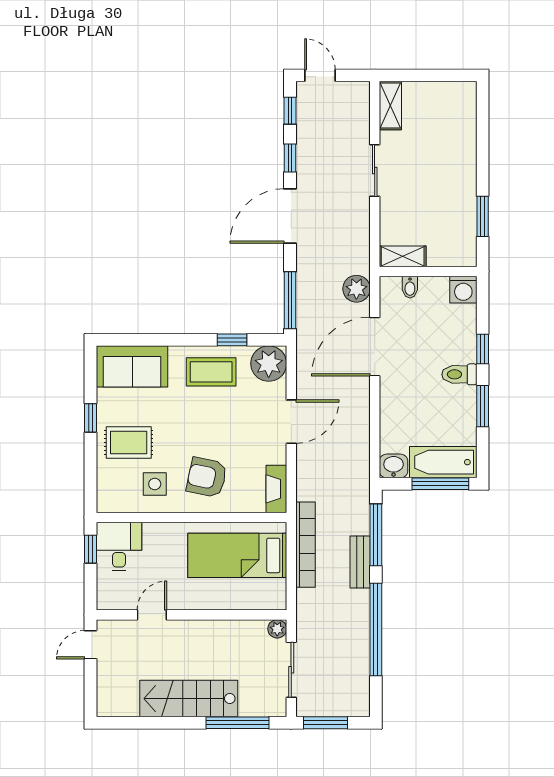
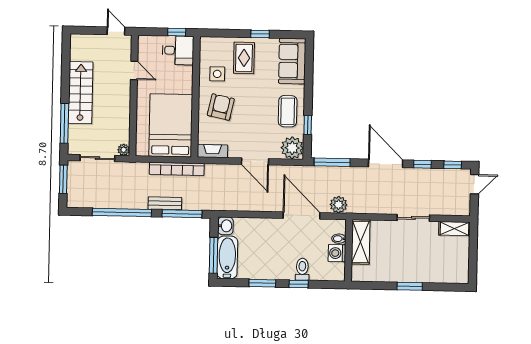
window: (483, 216) -> (410, 286), moved
shelving: (403, 256) -> (361, 242), width x1.50, depth x1.33
washing machine: (463, 290) -> (337, 253), moved
toilet: (459, 374) -> (302, 269), moved
bed: (237, 555) -> (171, 125), width x1.50

